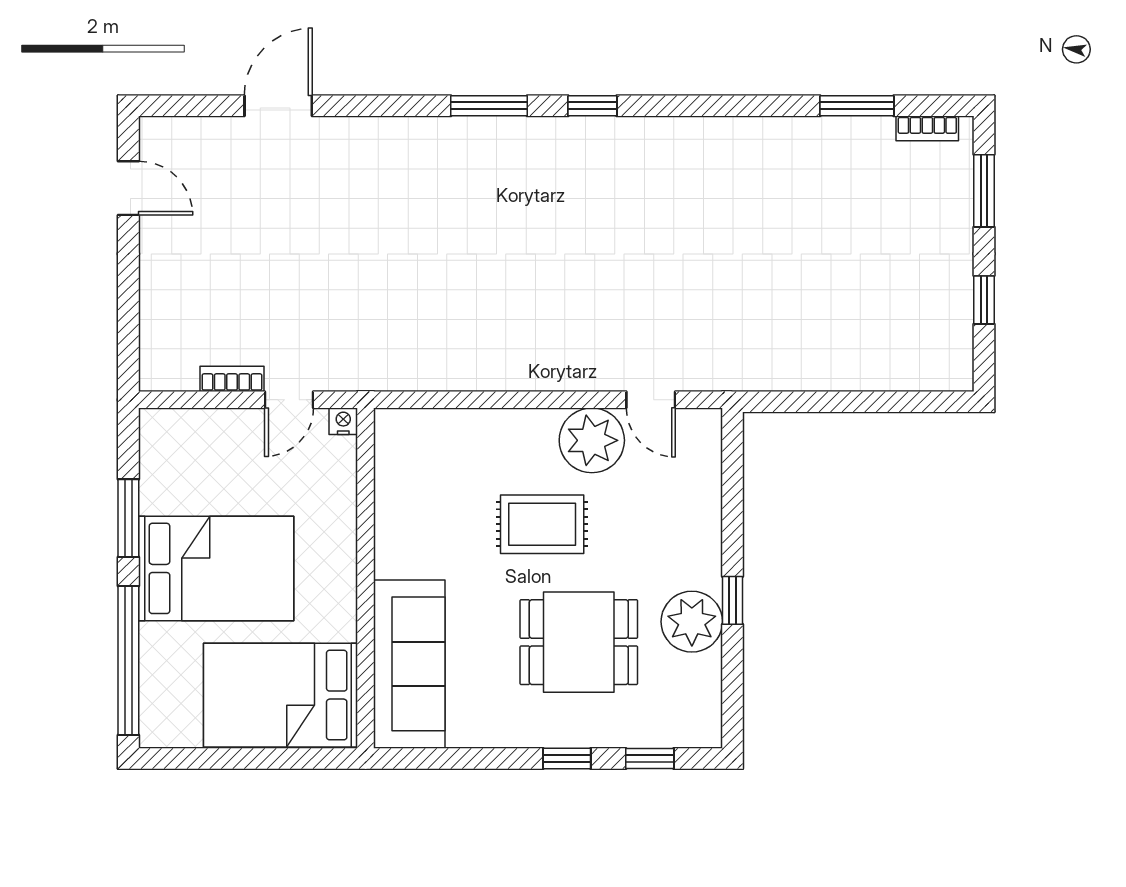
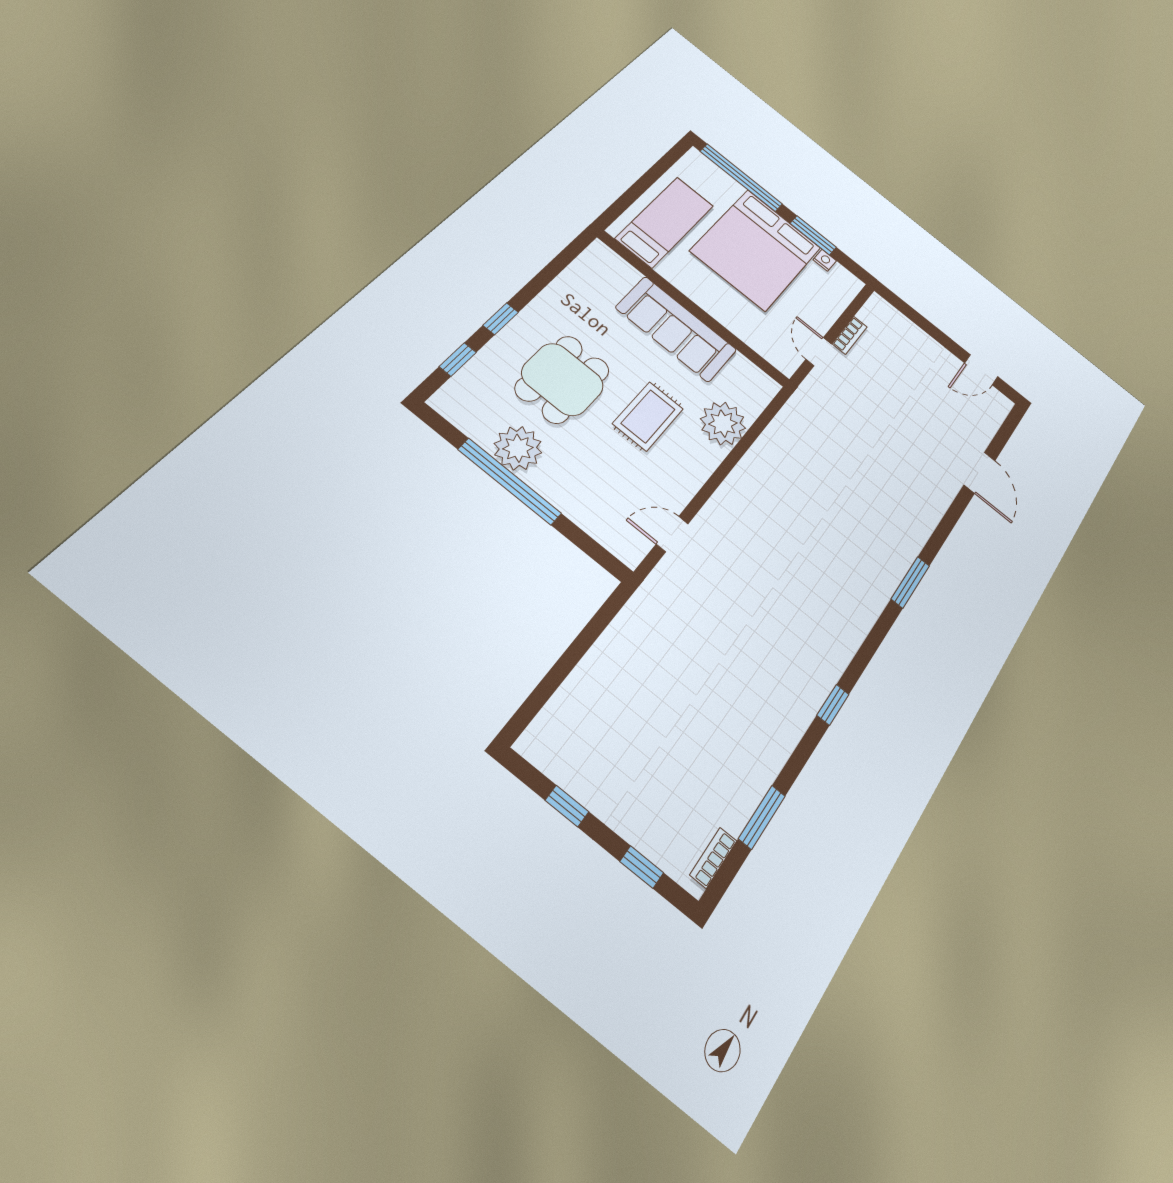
window: (592, 106) -> (833, 705), moved
window: (984, 191) -> (642, 867), width x0.67
nightstand: (343, 421) -> (825, 260), moved, turned -90
plant: (592, 440) -> (723, 424), moved
bed: (216, 568) -> (756, 249), width x1.36
window: (733, 600) -> (510, 481), width x3.17
sofa: (409, 664) -> (676, 329), moved
bed: (281, 695) -> (665, 222), width x0.67

